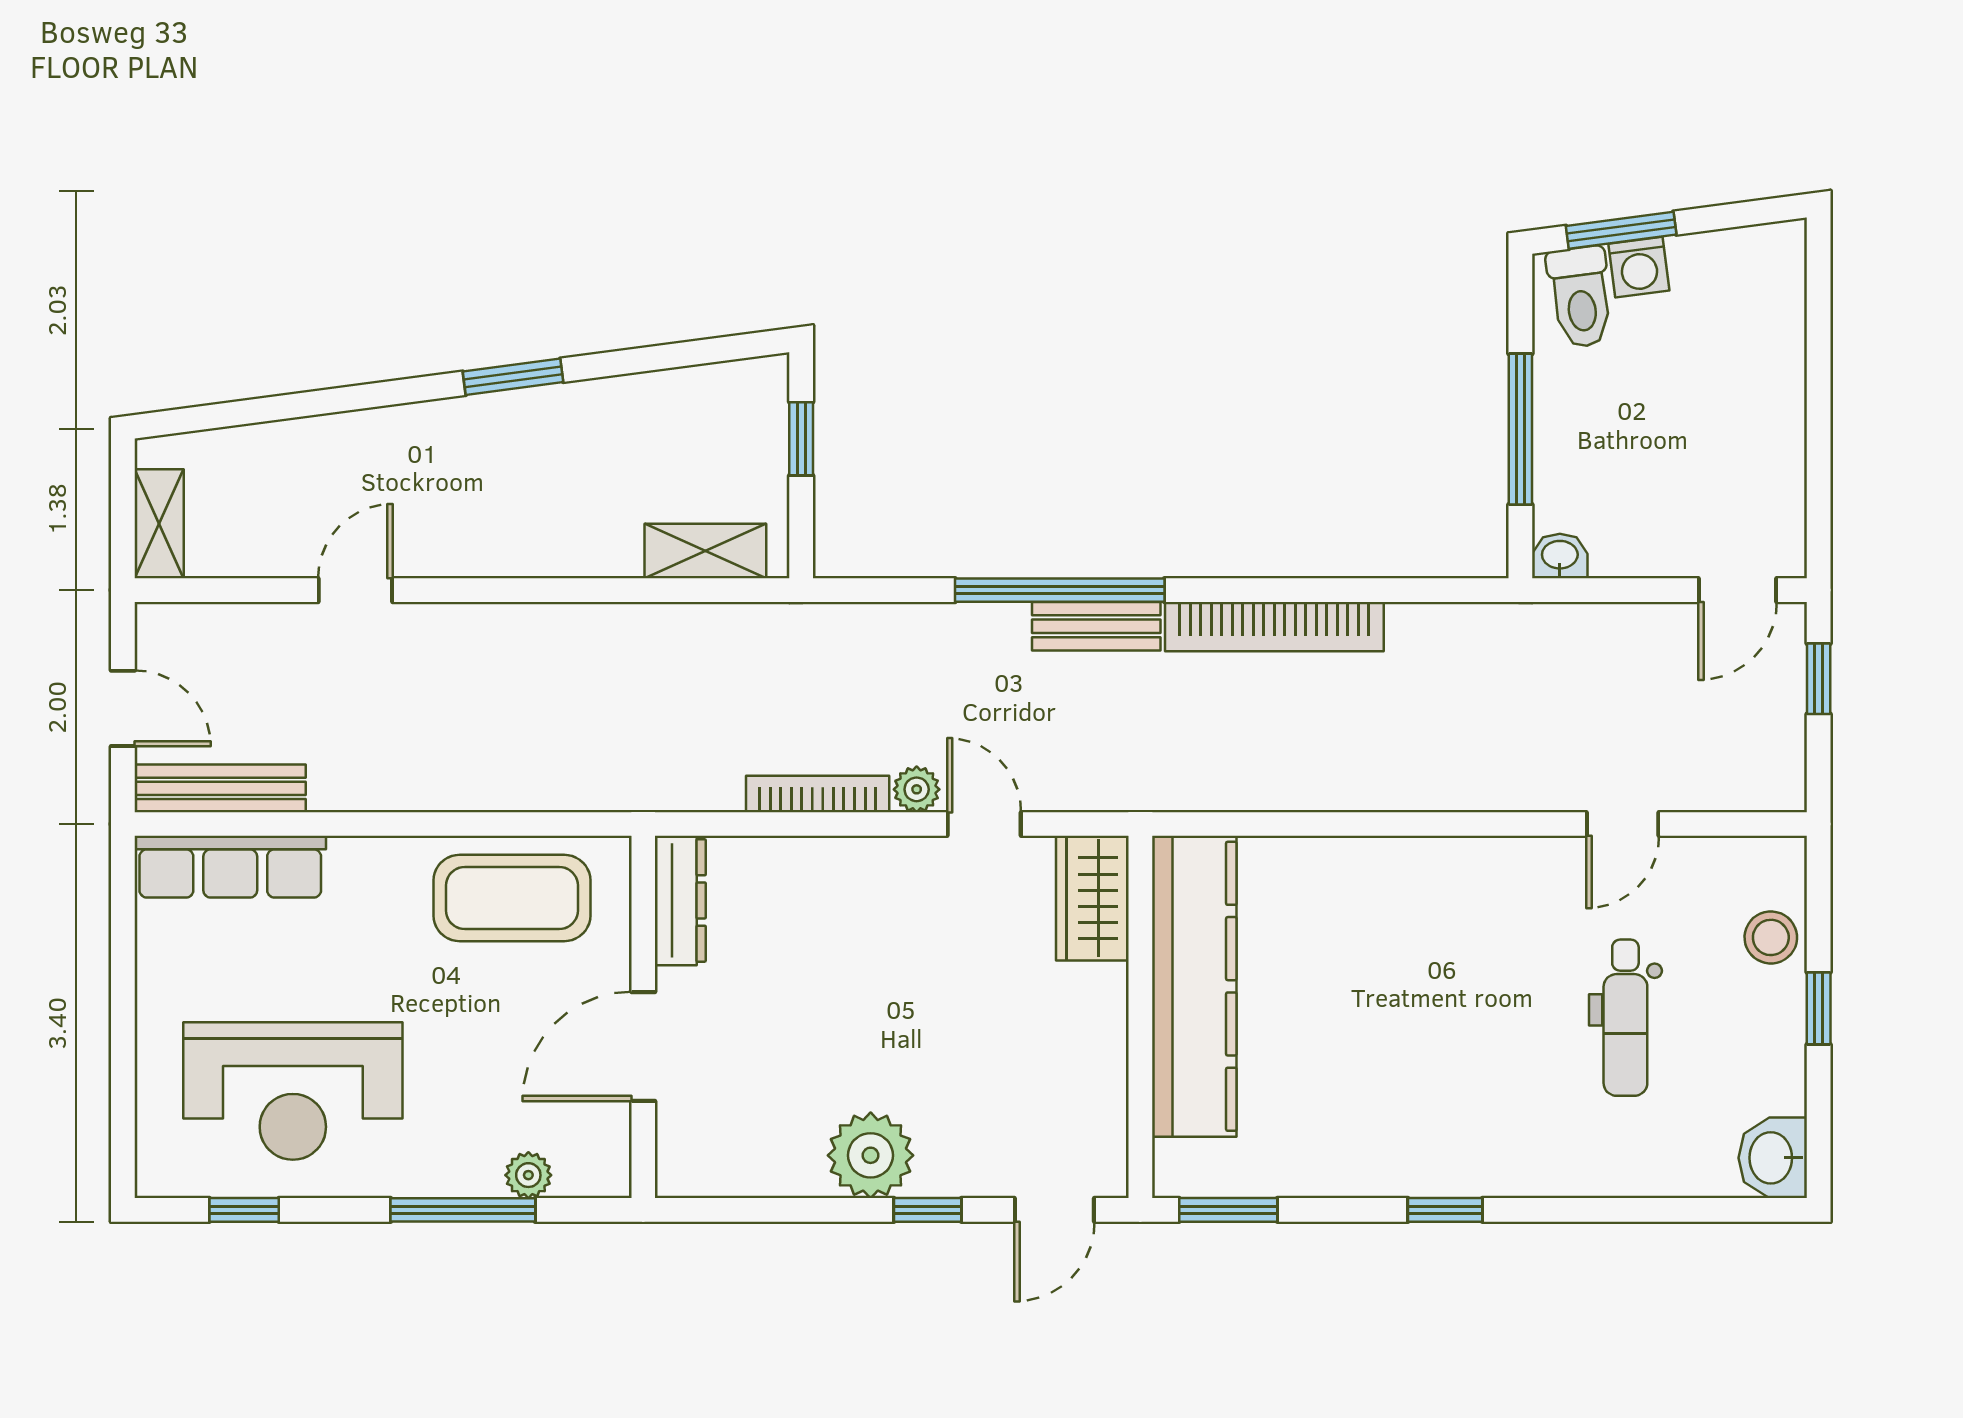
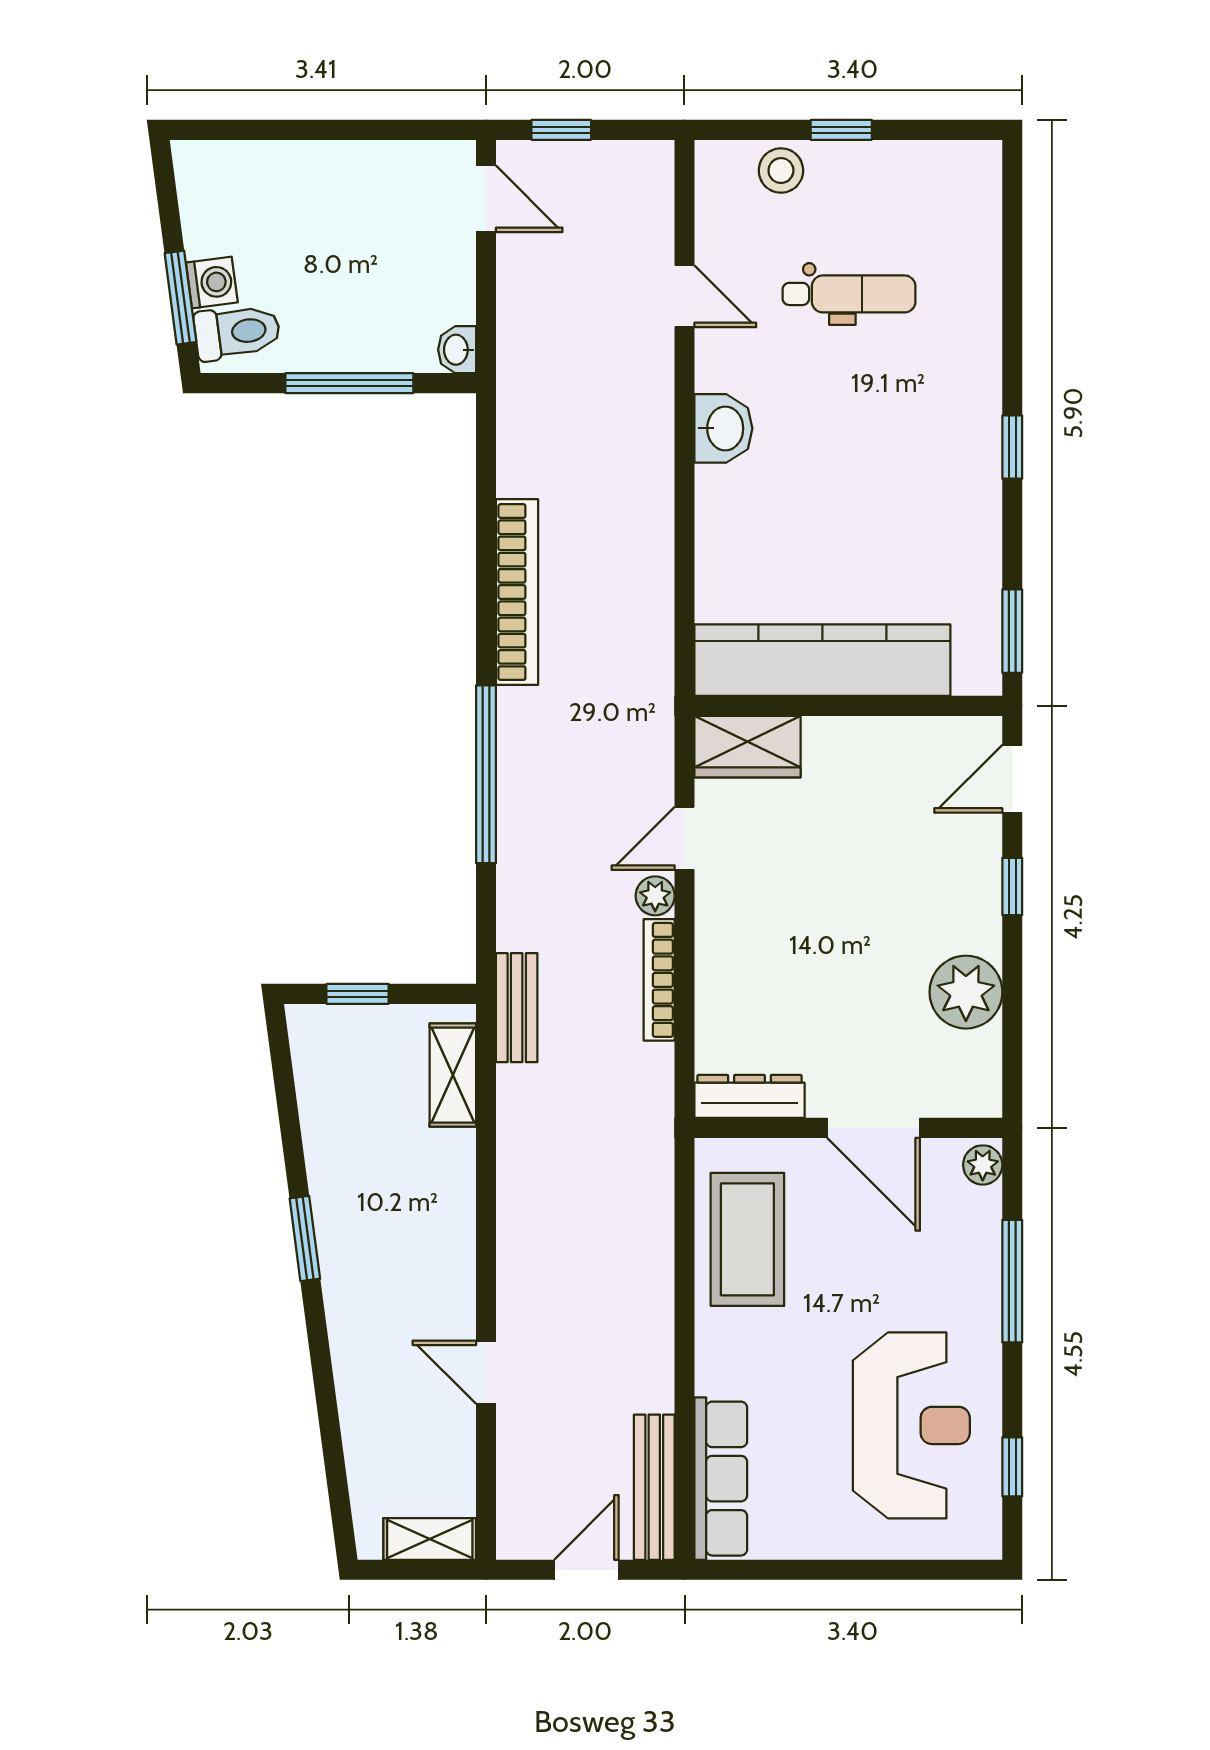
bench: (1096, 626) -> (517, 1008), moved
plant: (871, 1155) -> (966, 992), moved
washbasin: (1773, 1158) -> (723, 428), moved, turned -90
plant: (528, 1175) -> (983, 1165), moved
door: (1054, 1210) -> (1012, 779), swing flipped

